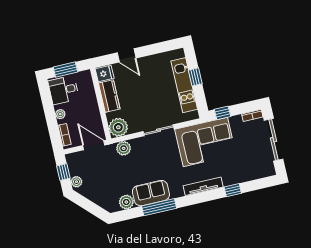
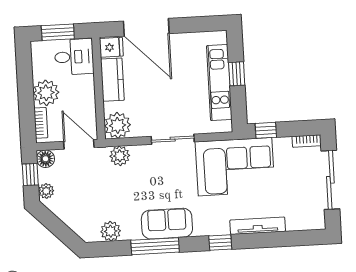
door: (127, 55) -> (146, 27), width x1.88
desk: (64, 90) -> (74, 57), moved, turned 180
plant: (60, 114) -> (46, 93), width x1.87, depth x1.87
floor lamp: (72, 159) -> (46, 159), added
tv unit: (203, 186) -> (258, 226), moved
window: (233, 190) -> (220, 243), moved
sofa: (151, 193) -> (167, 224), moved

